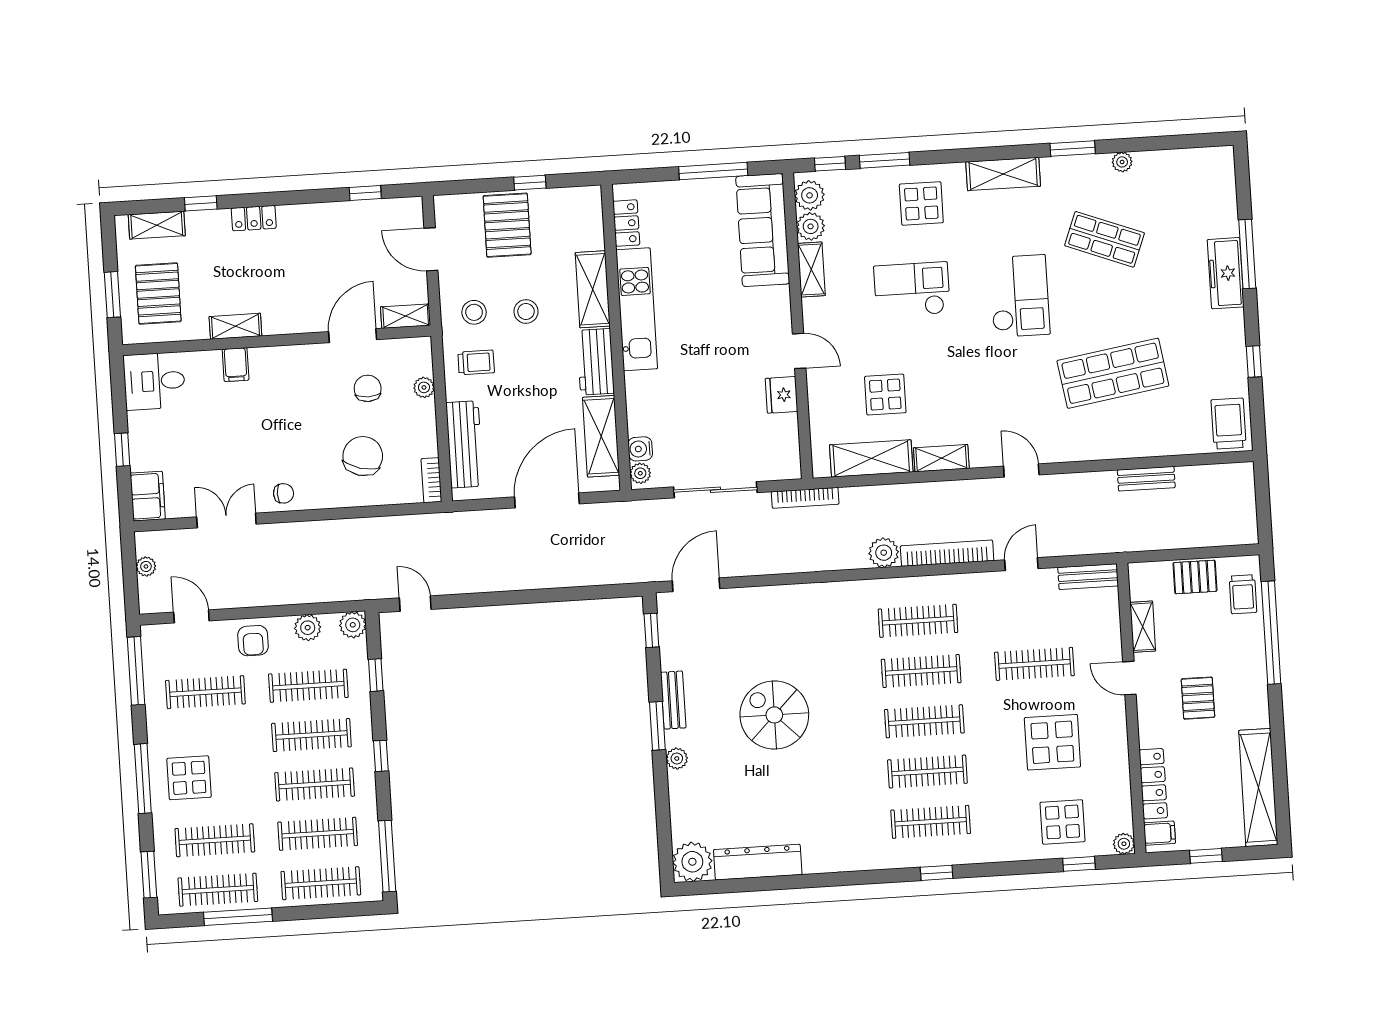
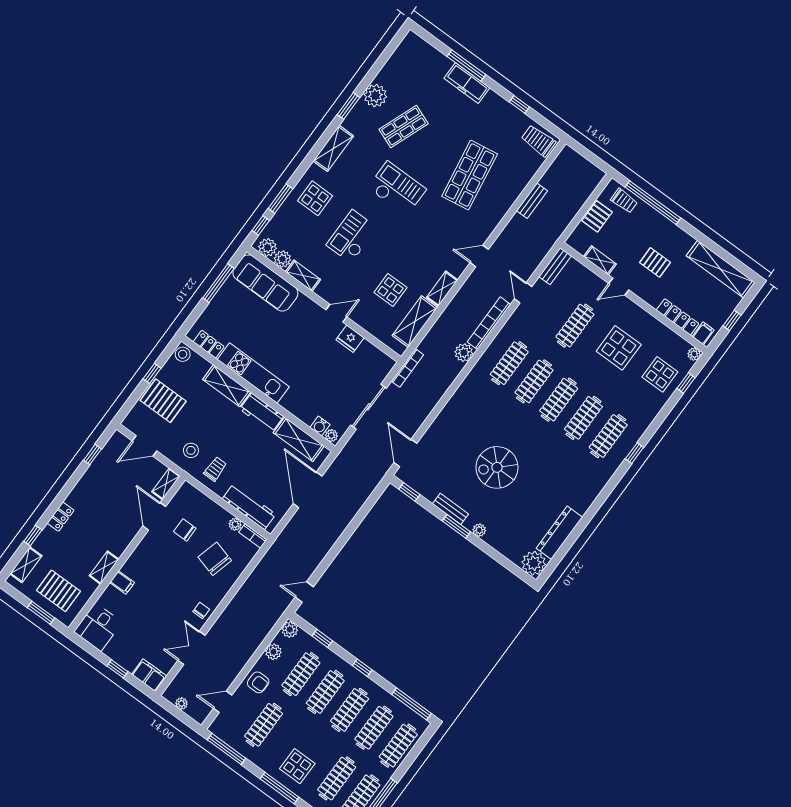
plant: (1122, 162) -> (375, 96), width x1.88, depth x1.88
stool: (526, 311) -> (183, 354), moved
plant: (424, 387) -> (235, 524), moved

